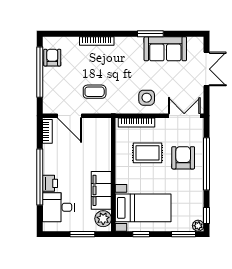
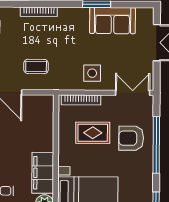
armchair: (183, 158) -> (131, 138), turned -90

